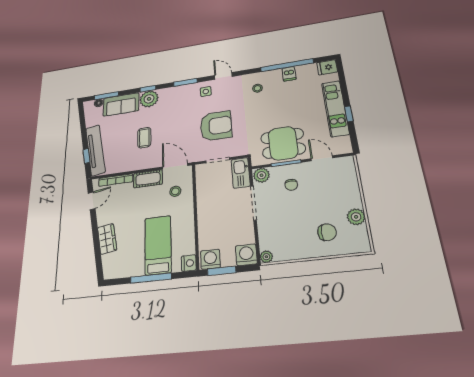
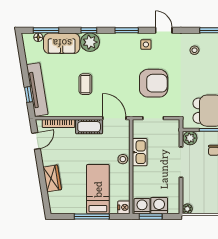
kitchen sink: (241, 173) -> (140, 152), moved, turned 180
stool: (175, 191) -> (123, 159), moved
washing machine: (246, 255) -> (159, 206), moved

